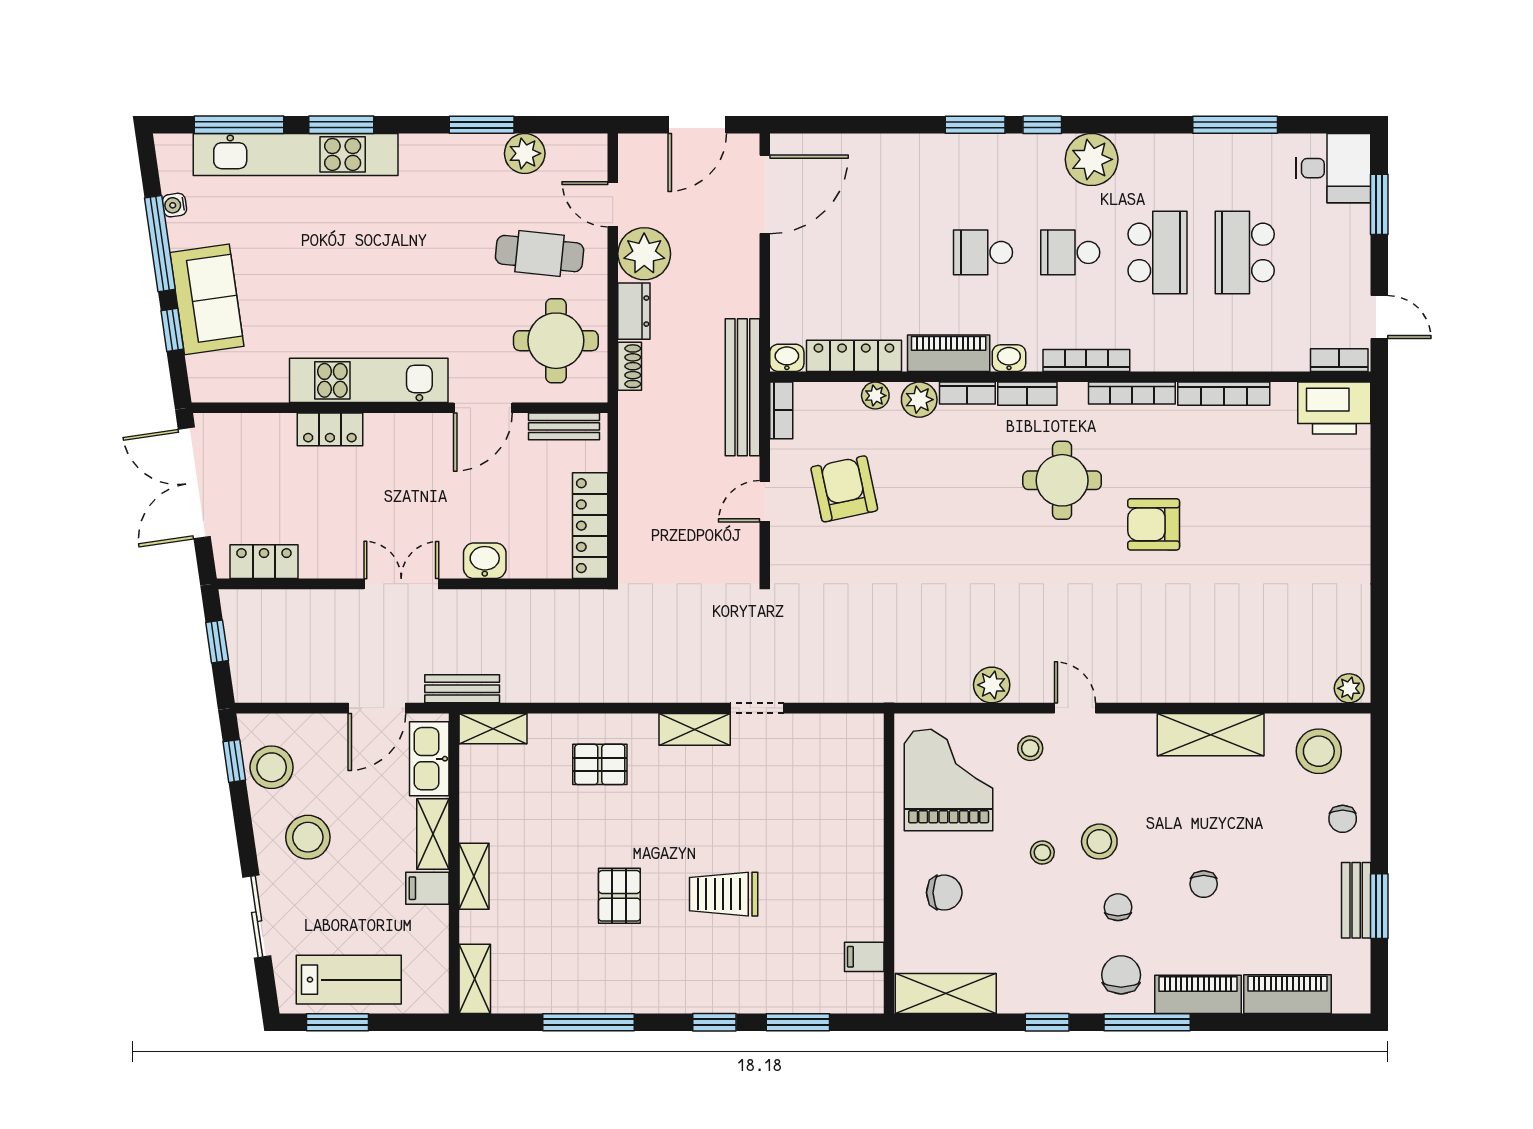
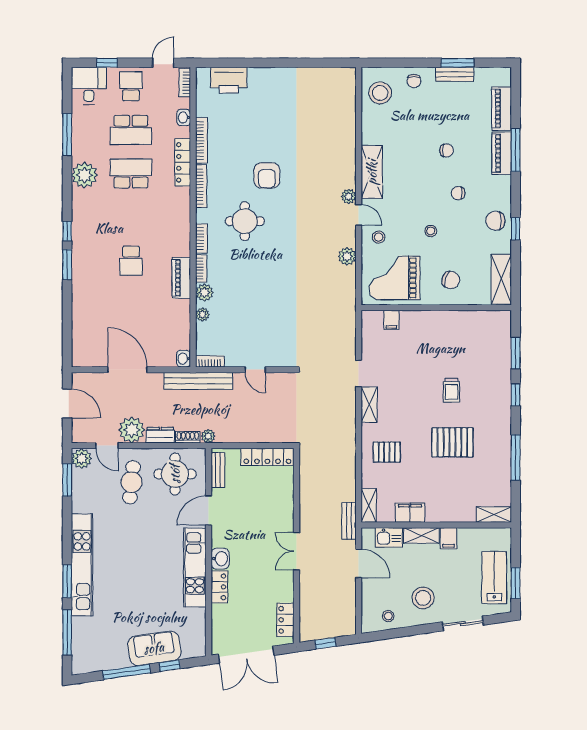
window: (482, 125) -> (67, 480), moved
plant: (525, 153) -> (82, 458), moved
kitchen unit: (296, 154) -> (82, 565), moved
plant: (1092, 159) -> (85, 175), moved
door: (765, 194) -> (127, 370), moved
door: (613, 204) -> (107, 446), hinge flipped
window: (1379, 204) -> (107, 63), width x0.67
water cooler: (174, 205) -> (107, 665), removed
school desk: (1070, 252) -> (131, 86), moved, turned 180
locker: (854, 356) -> (183, 162), moved
washbasin: (1009, 358) -> (184, 118), moved
bookcase: (1086, 360) -> (185, 209), removed
plant: (632, 407) -> (208, 436), added
door: (483, 408) -> (209, 510), swing flipped
printer: (1334, 408) -> (229, 80), moved, turned 90
armchair: (844, 489) -> (249, 330), removed
washbasin: (485, 561) -> (220, 559), moved, turned 180
plant: (1349, 688) -> (349, 196), moved
door: (1075, 708) -> (359, 215), swing flipped
shelving: (1211, 735) -> (372, 172), moved
kitchen sink: (429, 759) -> (389, 537), width x0.73
window: (234, 761) -> (385, 635), removed
pallet: (600, 764) -> (387, 452), turned 90
stool: (272, 767) -> (388, 616), width x0.53, depth x0.53
filing cabinet: (479, 811) -> (410, 513), added
chair: (1343, 819) -> (414, 81), turned 90
stool: (1099, 842) -> (425, 203), removed
shelving: (474, 876) -> (443, 515), removed
chair: (944, 893) -> (451, 280), turned 108
trolley: (724, 894) -> (452, 390), width x0.73, depth x0.72
pallet: (619, 896) -> (452, 442), width x1.50, depth x1.42
filing cabinet: (864, 957) -> (391, 320), moved
chair: (1121, 975) -> (495, 221), moved
window: (1147, 1022) -> (516, 150), moved

